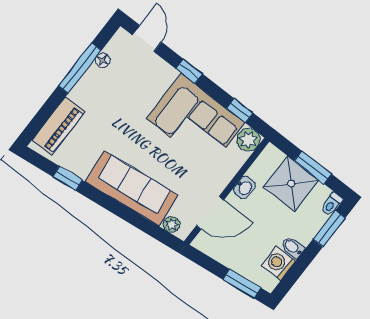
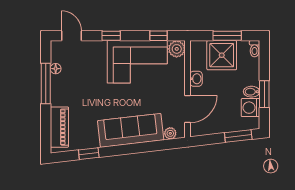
window: (329, 228) -> (264, 94), moved

